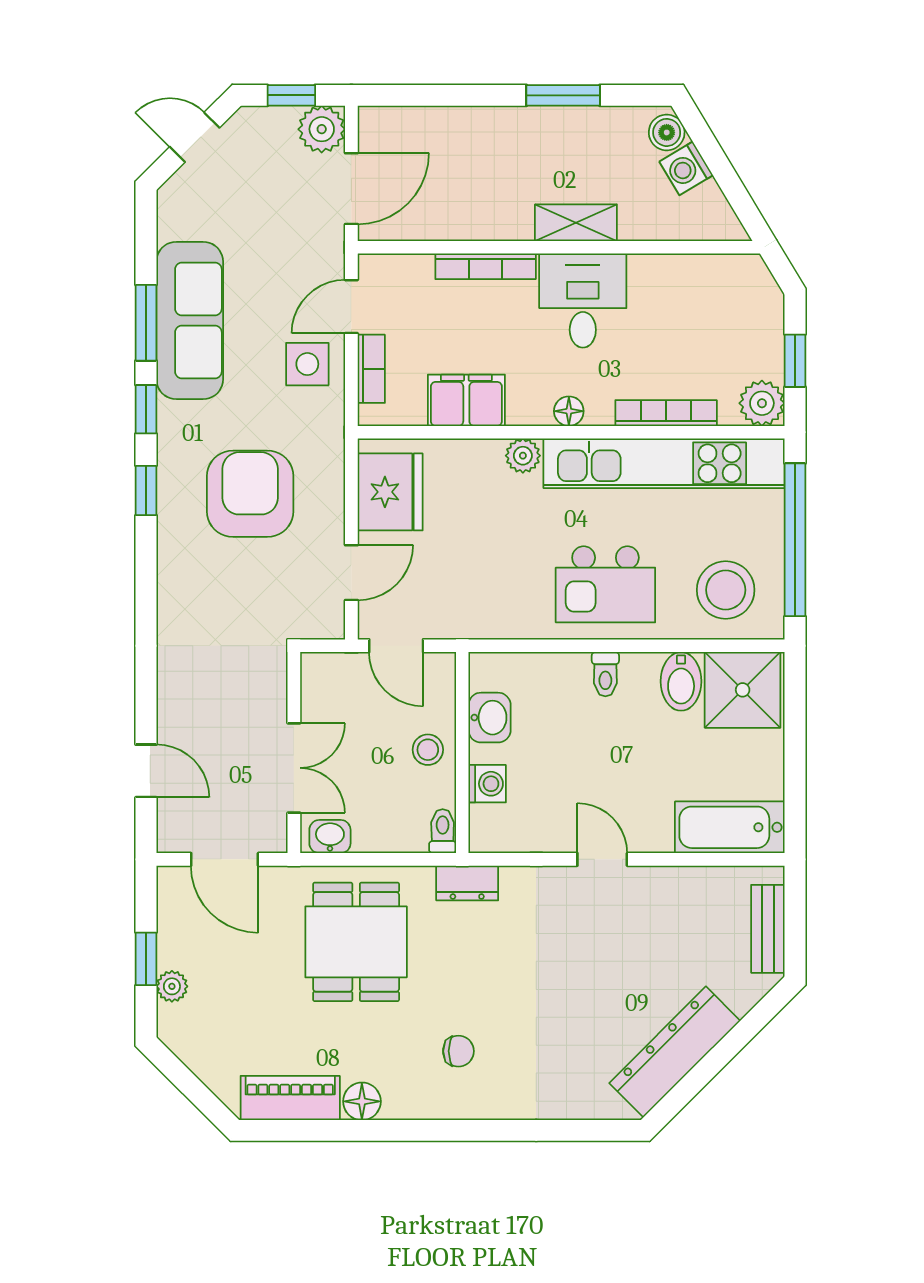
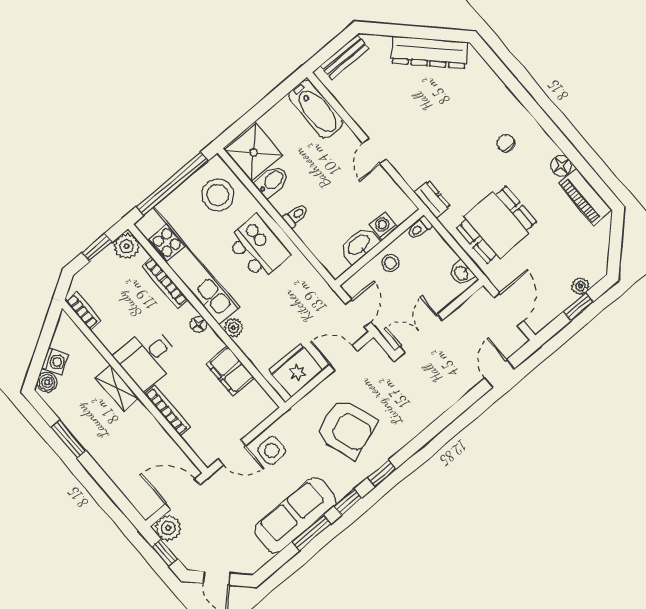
bookcase: (371, 369) -> (83, 311), moved, turned 90
armchair: (250, 494) -> (346, 428), turned -109
washbasin: (490, 718) -> (359, 245), width x1.38
double door: (294, 768) -> (421, 333), moved

